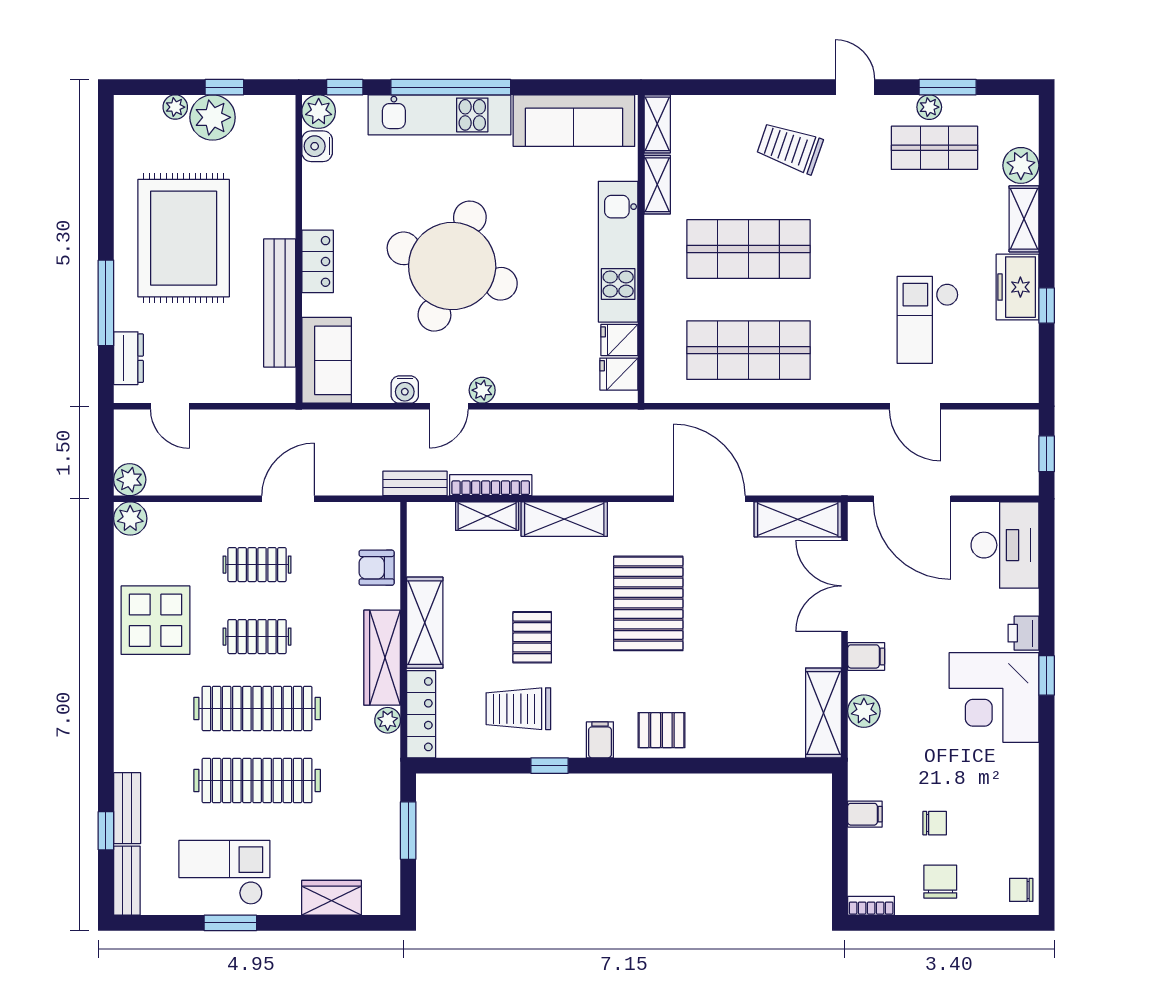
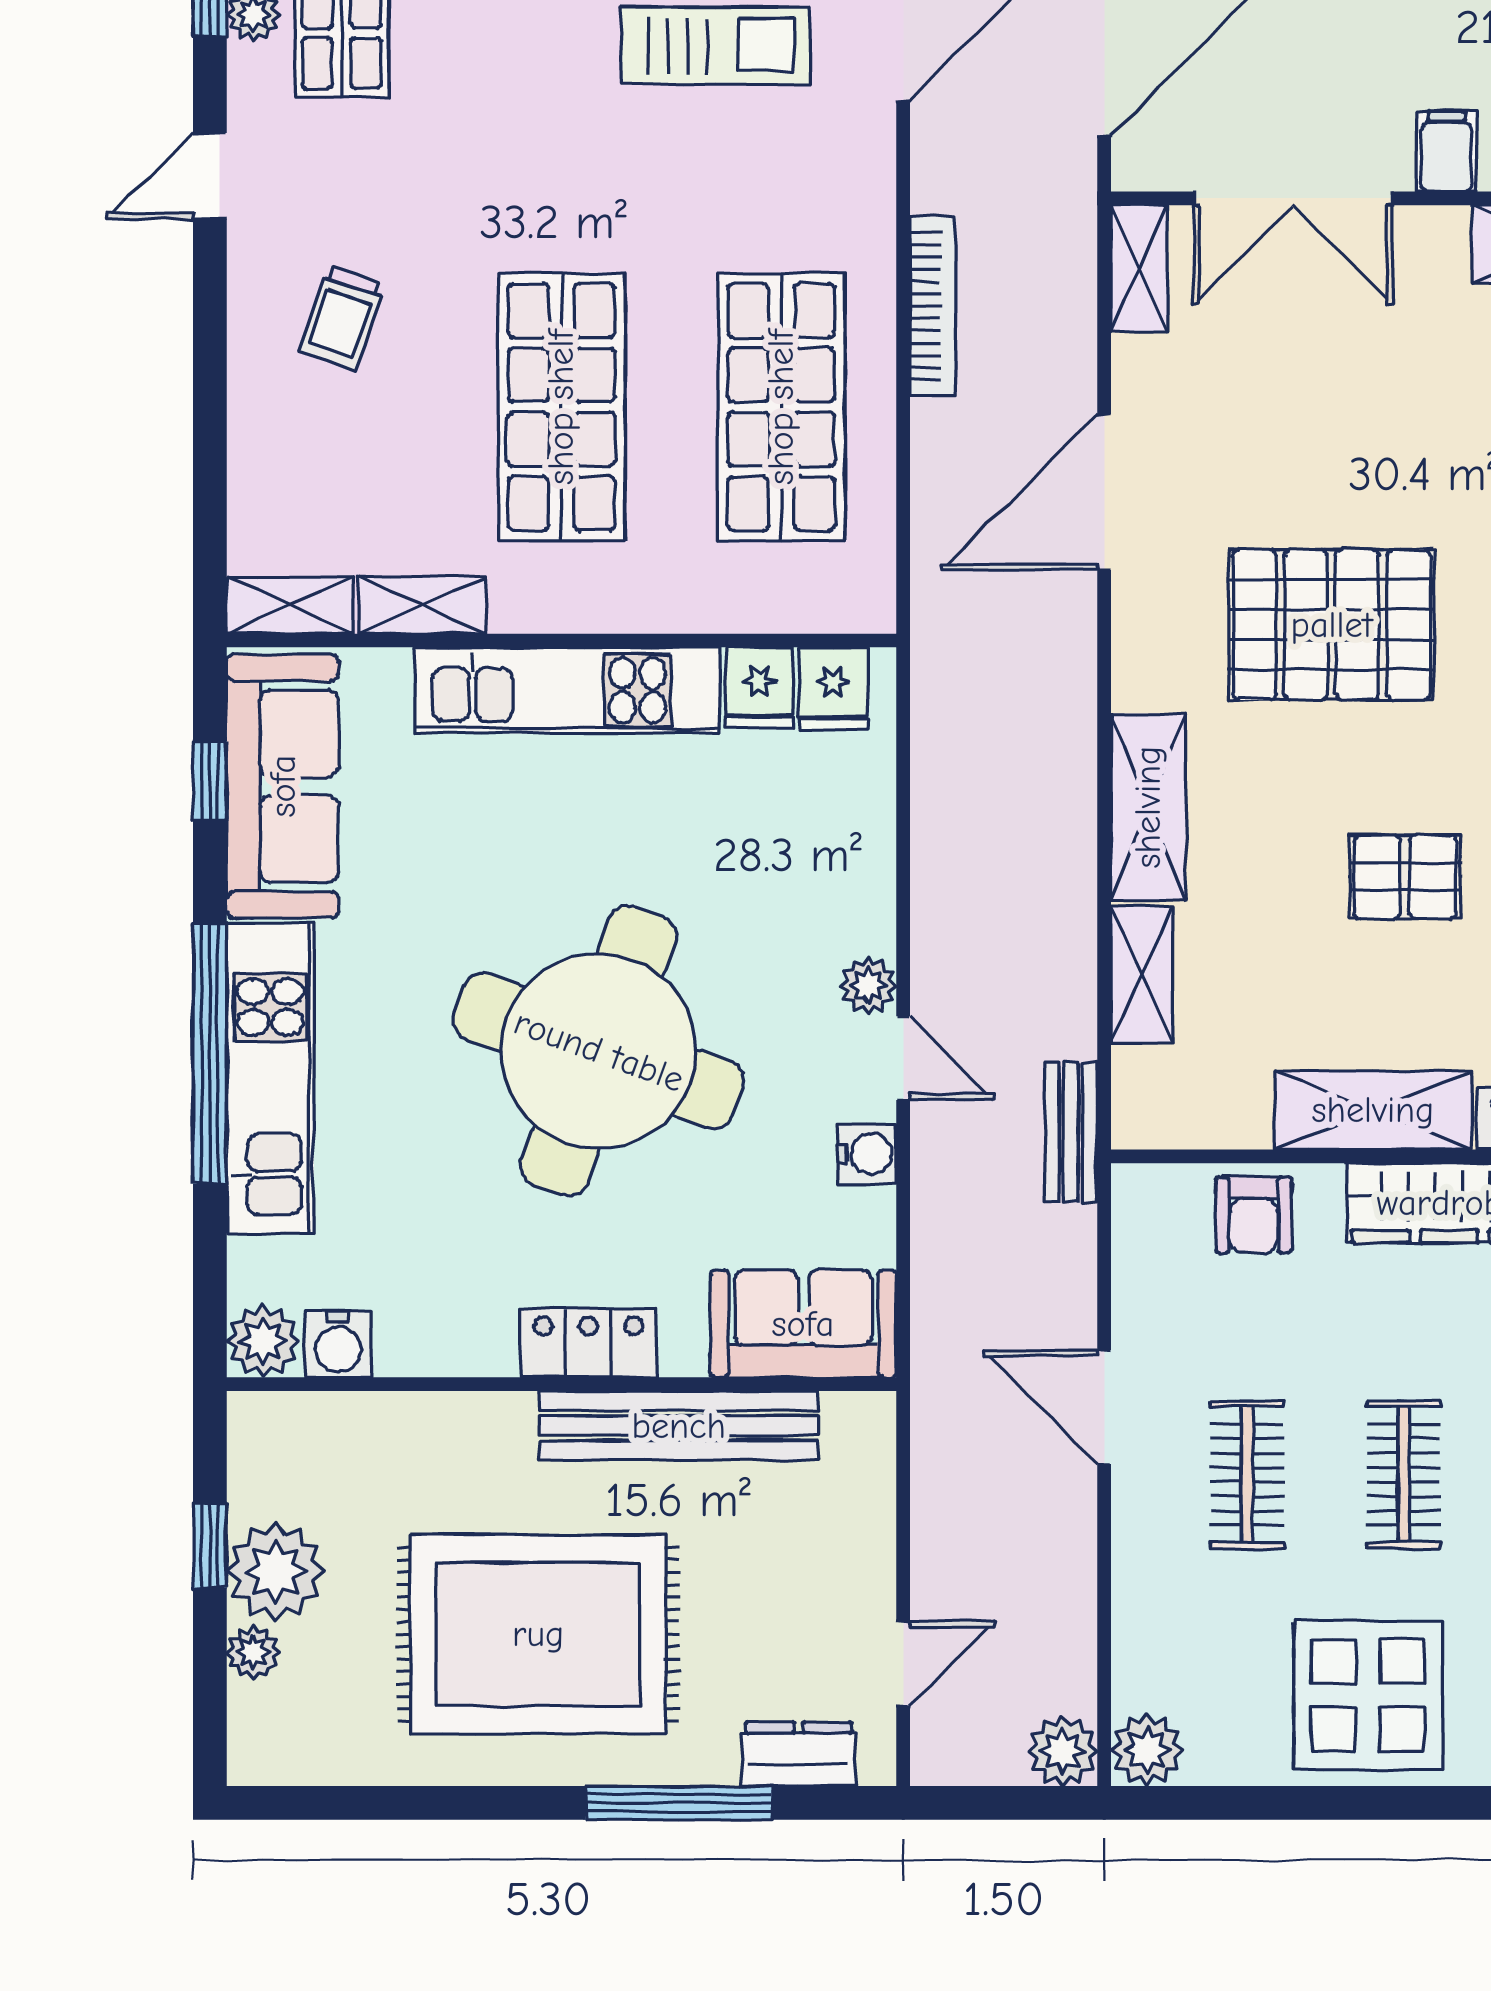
window: (345, 87) -> (210, 780), moved
trolley: (790, 148) -> (342, 318), width x0.73, depth x0.72
bookcase: (491, 485) -> (933, 306), moved, turned 180
shelving: (798, 519) -> (1139, 268), width x0.67, depth x0.75

